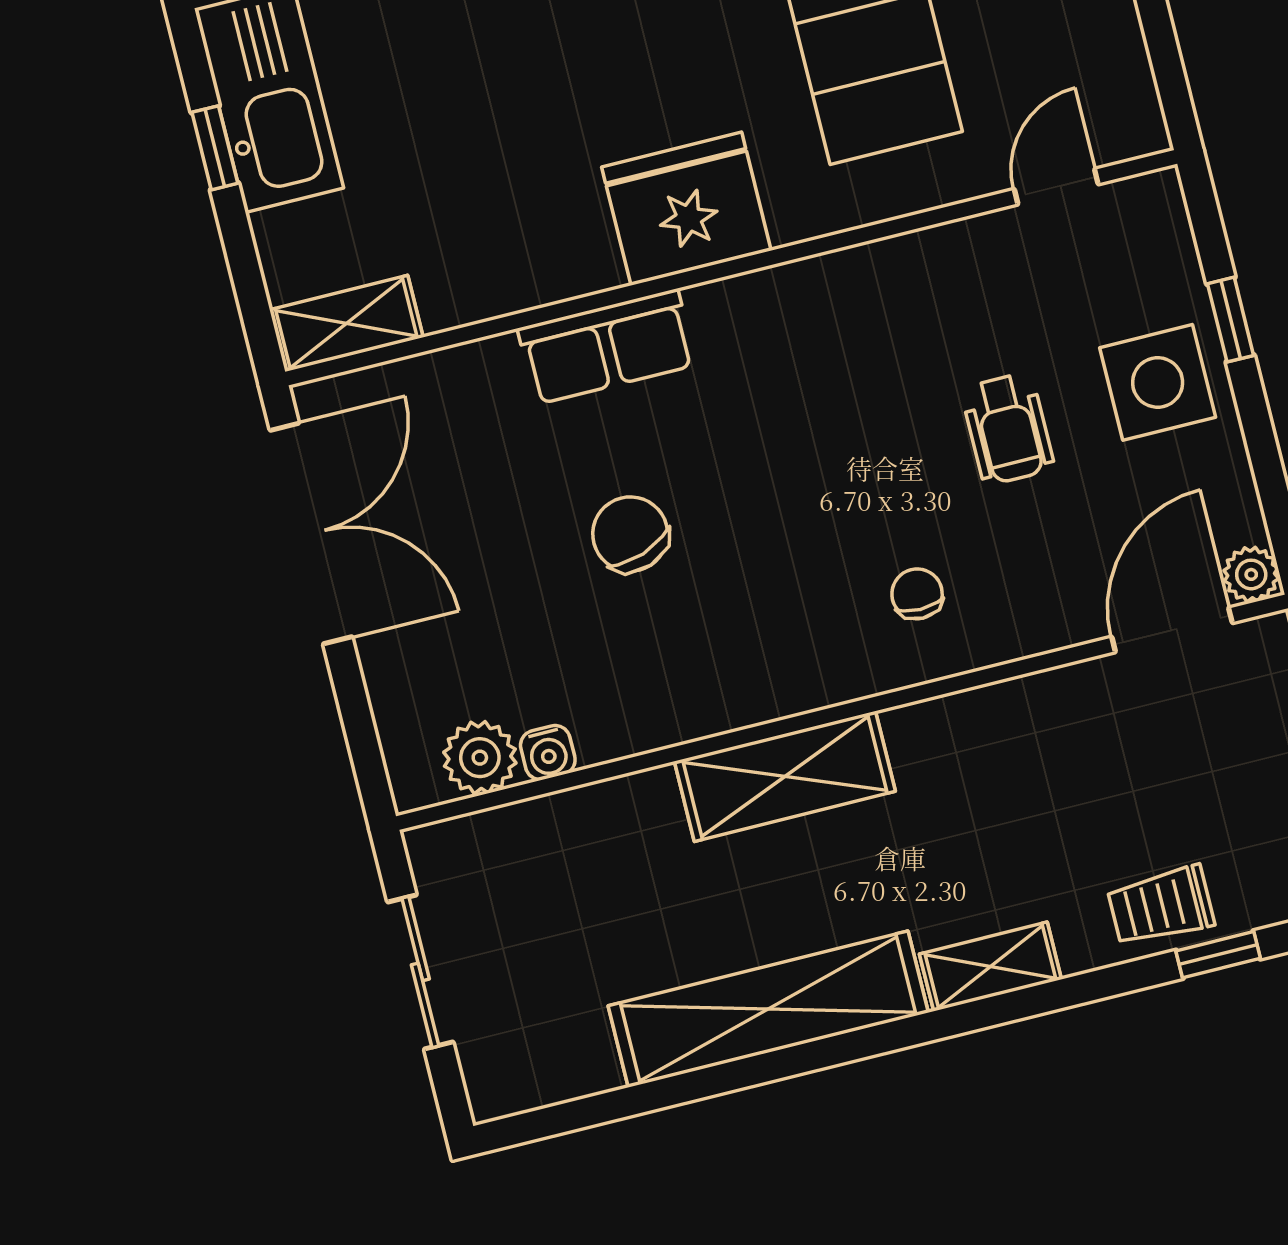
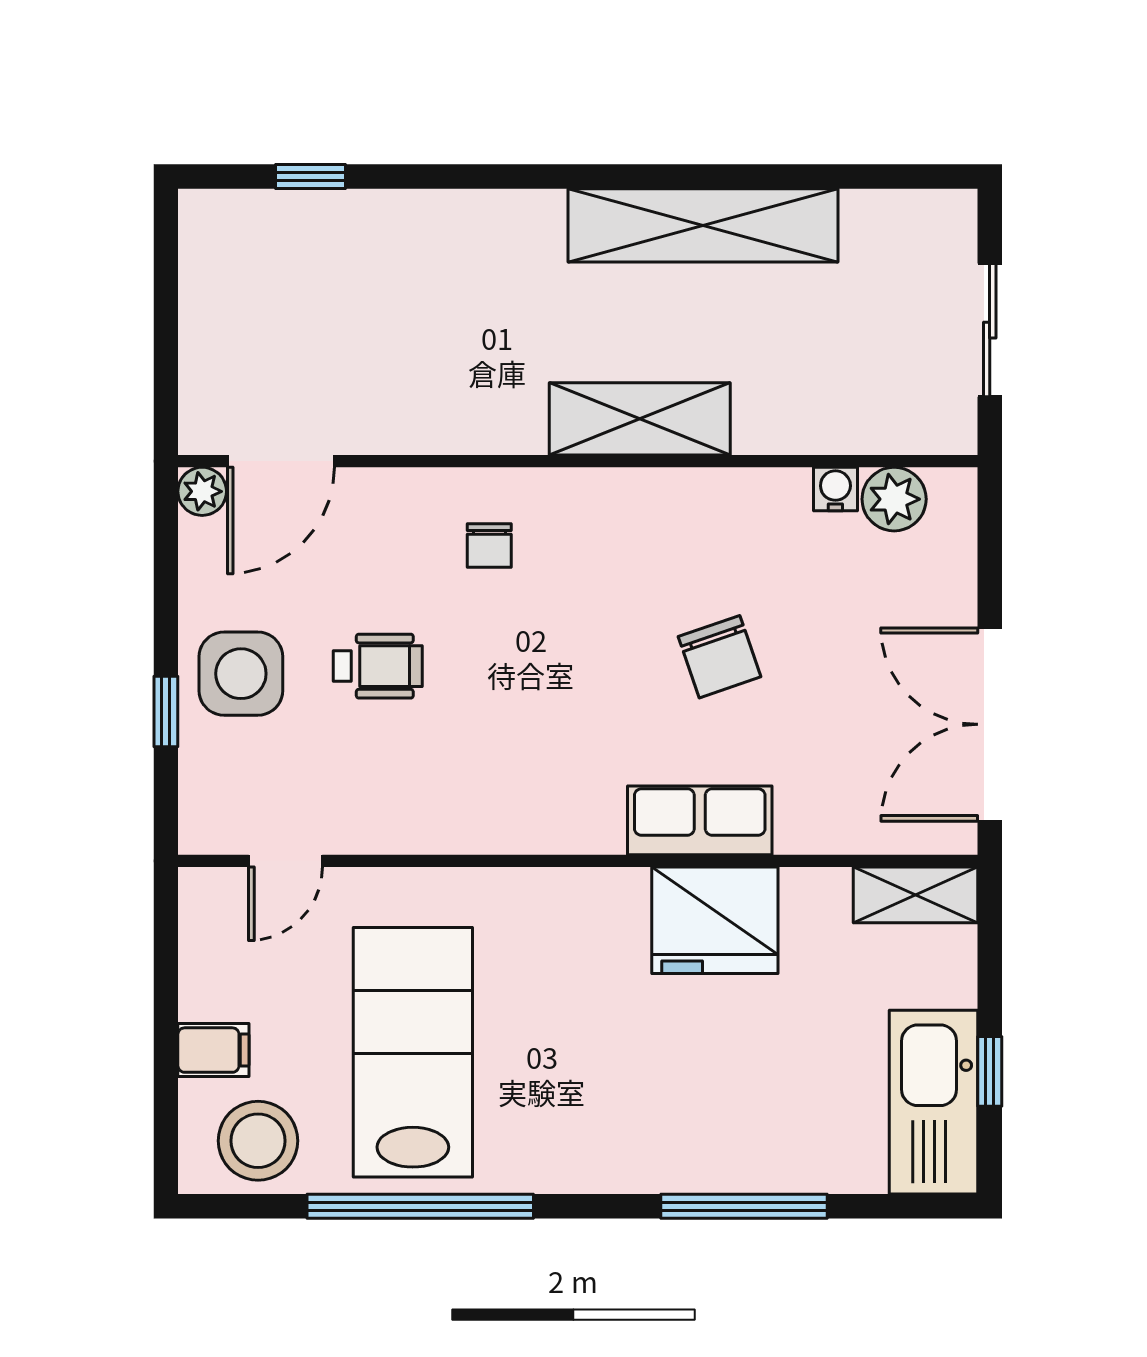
fridge: (686, 209) -> (715, 920), moved
wheelchair: (1008, 429) -> (378, 666), turned 90
trolley: (1161, 906) -> (349, 230), removed
shelving: (990, 967) -> (506, 214), removed

